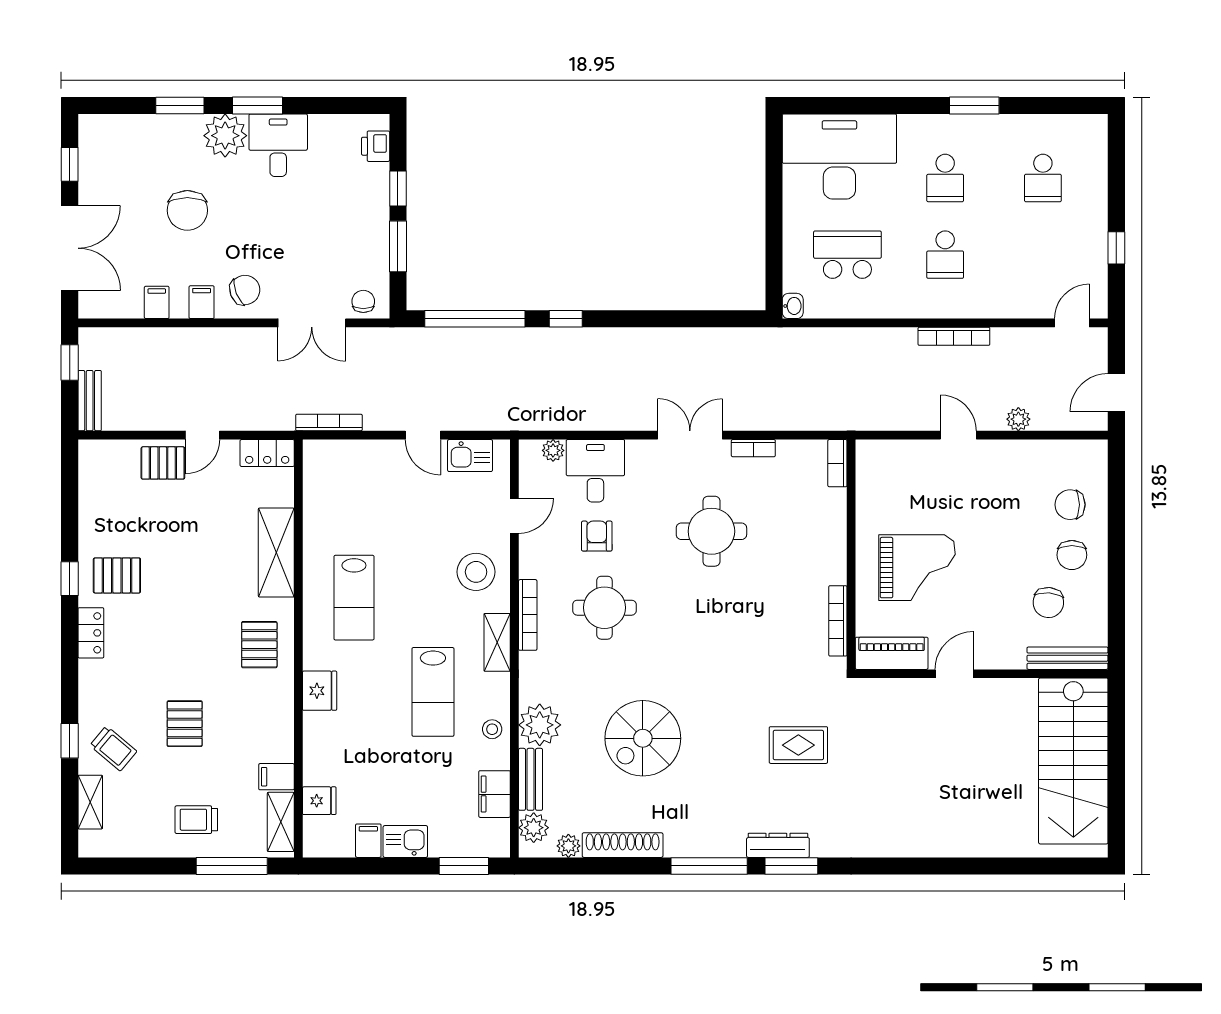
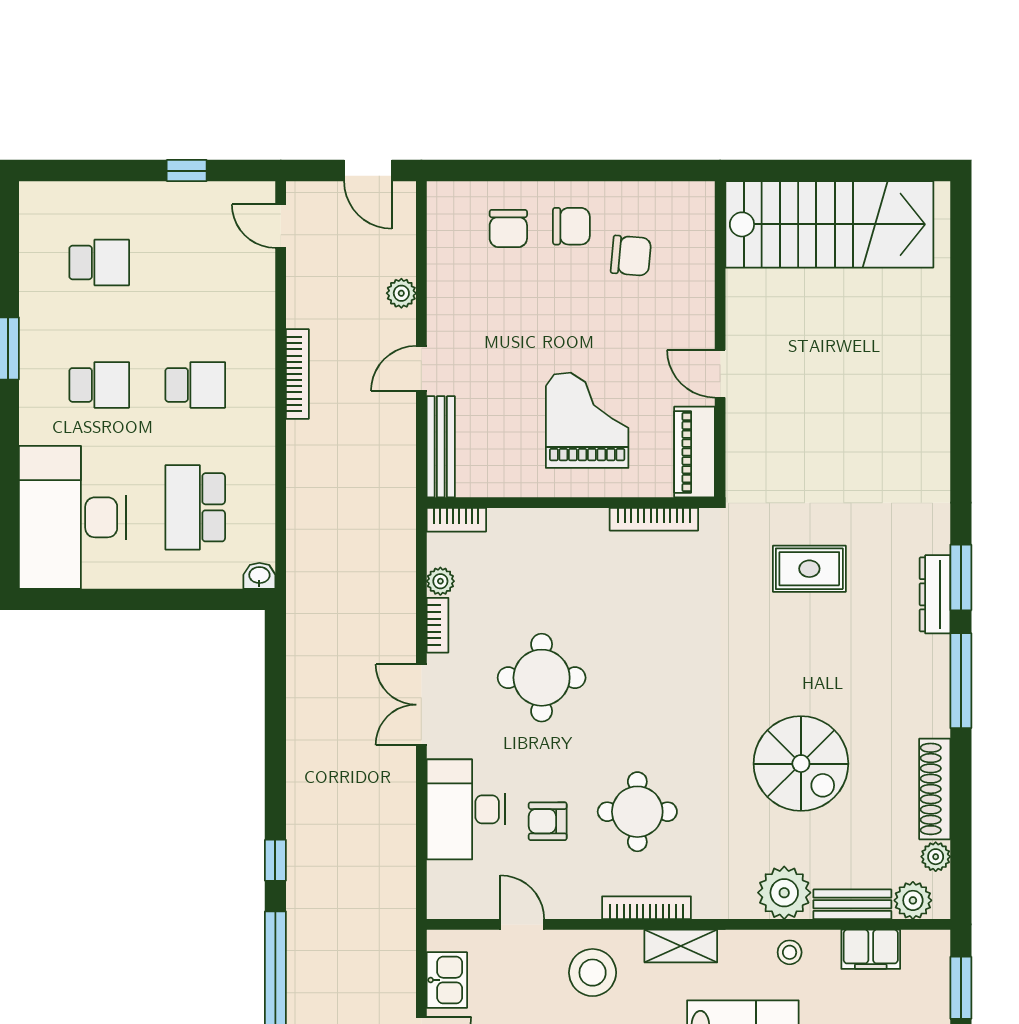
plant: (553, 450) -> (440, 581), moved
desk: (595, 471) -> (466, 809), width x1.37
bench: (1067, 658) -> (441, 447), moved
rug: (798, 745) -> (809, 569), turned 90

